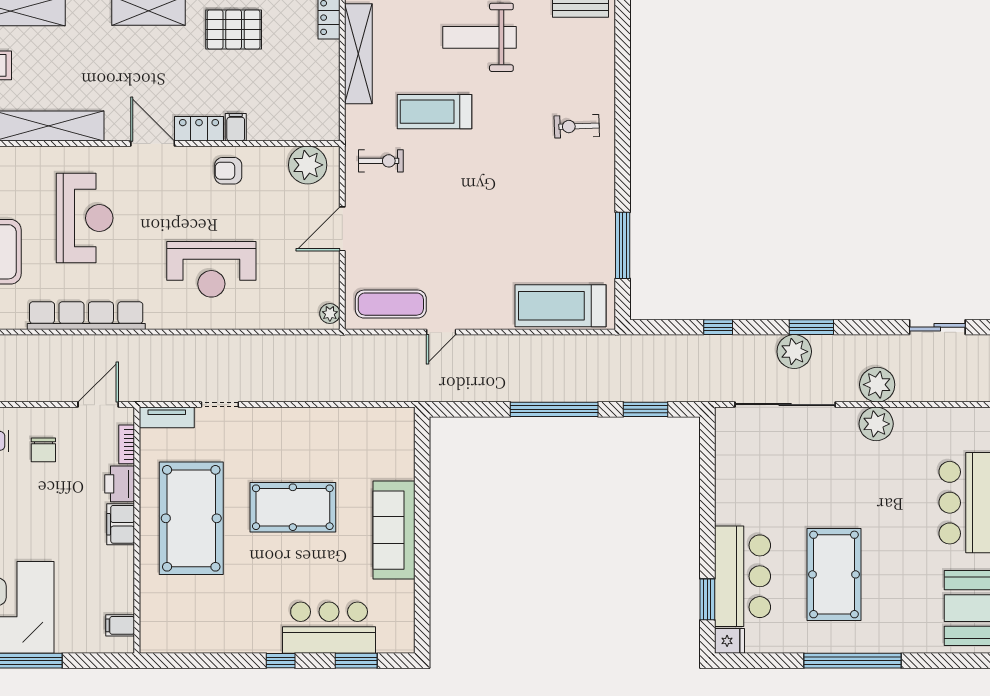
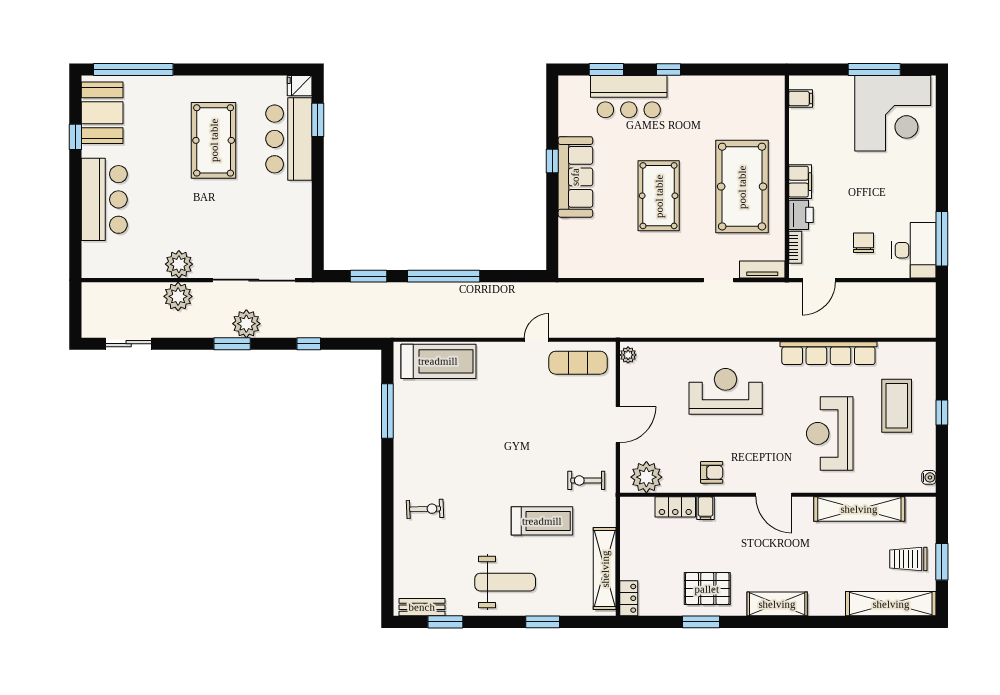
locker: (199, 129) -> (675, 507), moved
pool table: (293, 507) -> (659, 196), turned 90
window: (422, 549) -> (552, 161), added
window: (852, 661) -> (133, 69), moved

